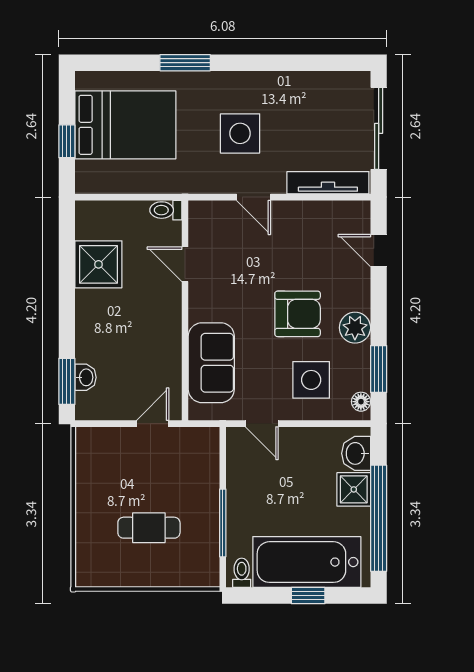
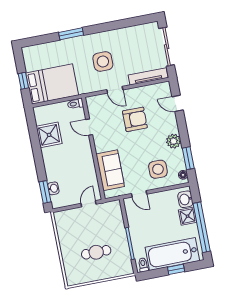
bed: (125, 125) -> (52, 84), moved
armchair: (298, 314) -> (135, 119), moved

